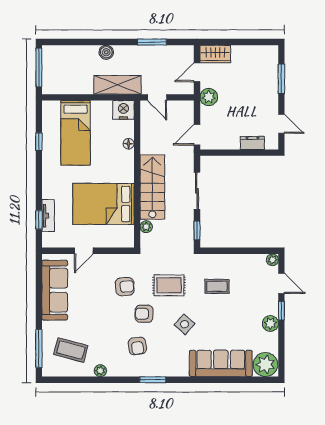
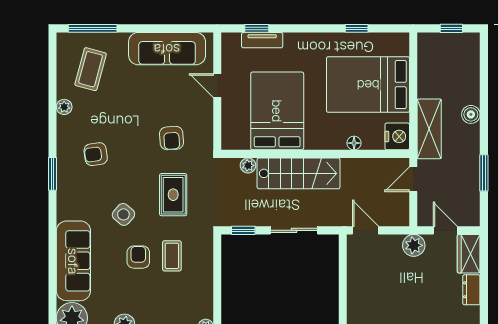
window: (39, 67) -> (451, 28), width x0.46
bed: (76, 133) -> (368, 85), width x1.50
dresser: (252, 143) -> (471, 290), moved, turned 180
armchair: (144, 314) -> (138, 257), moved

